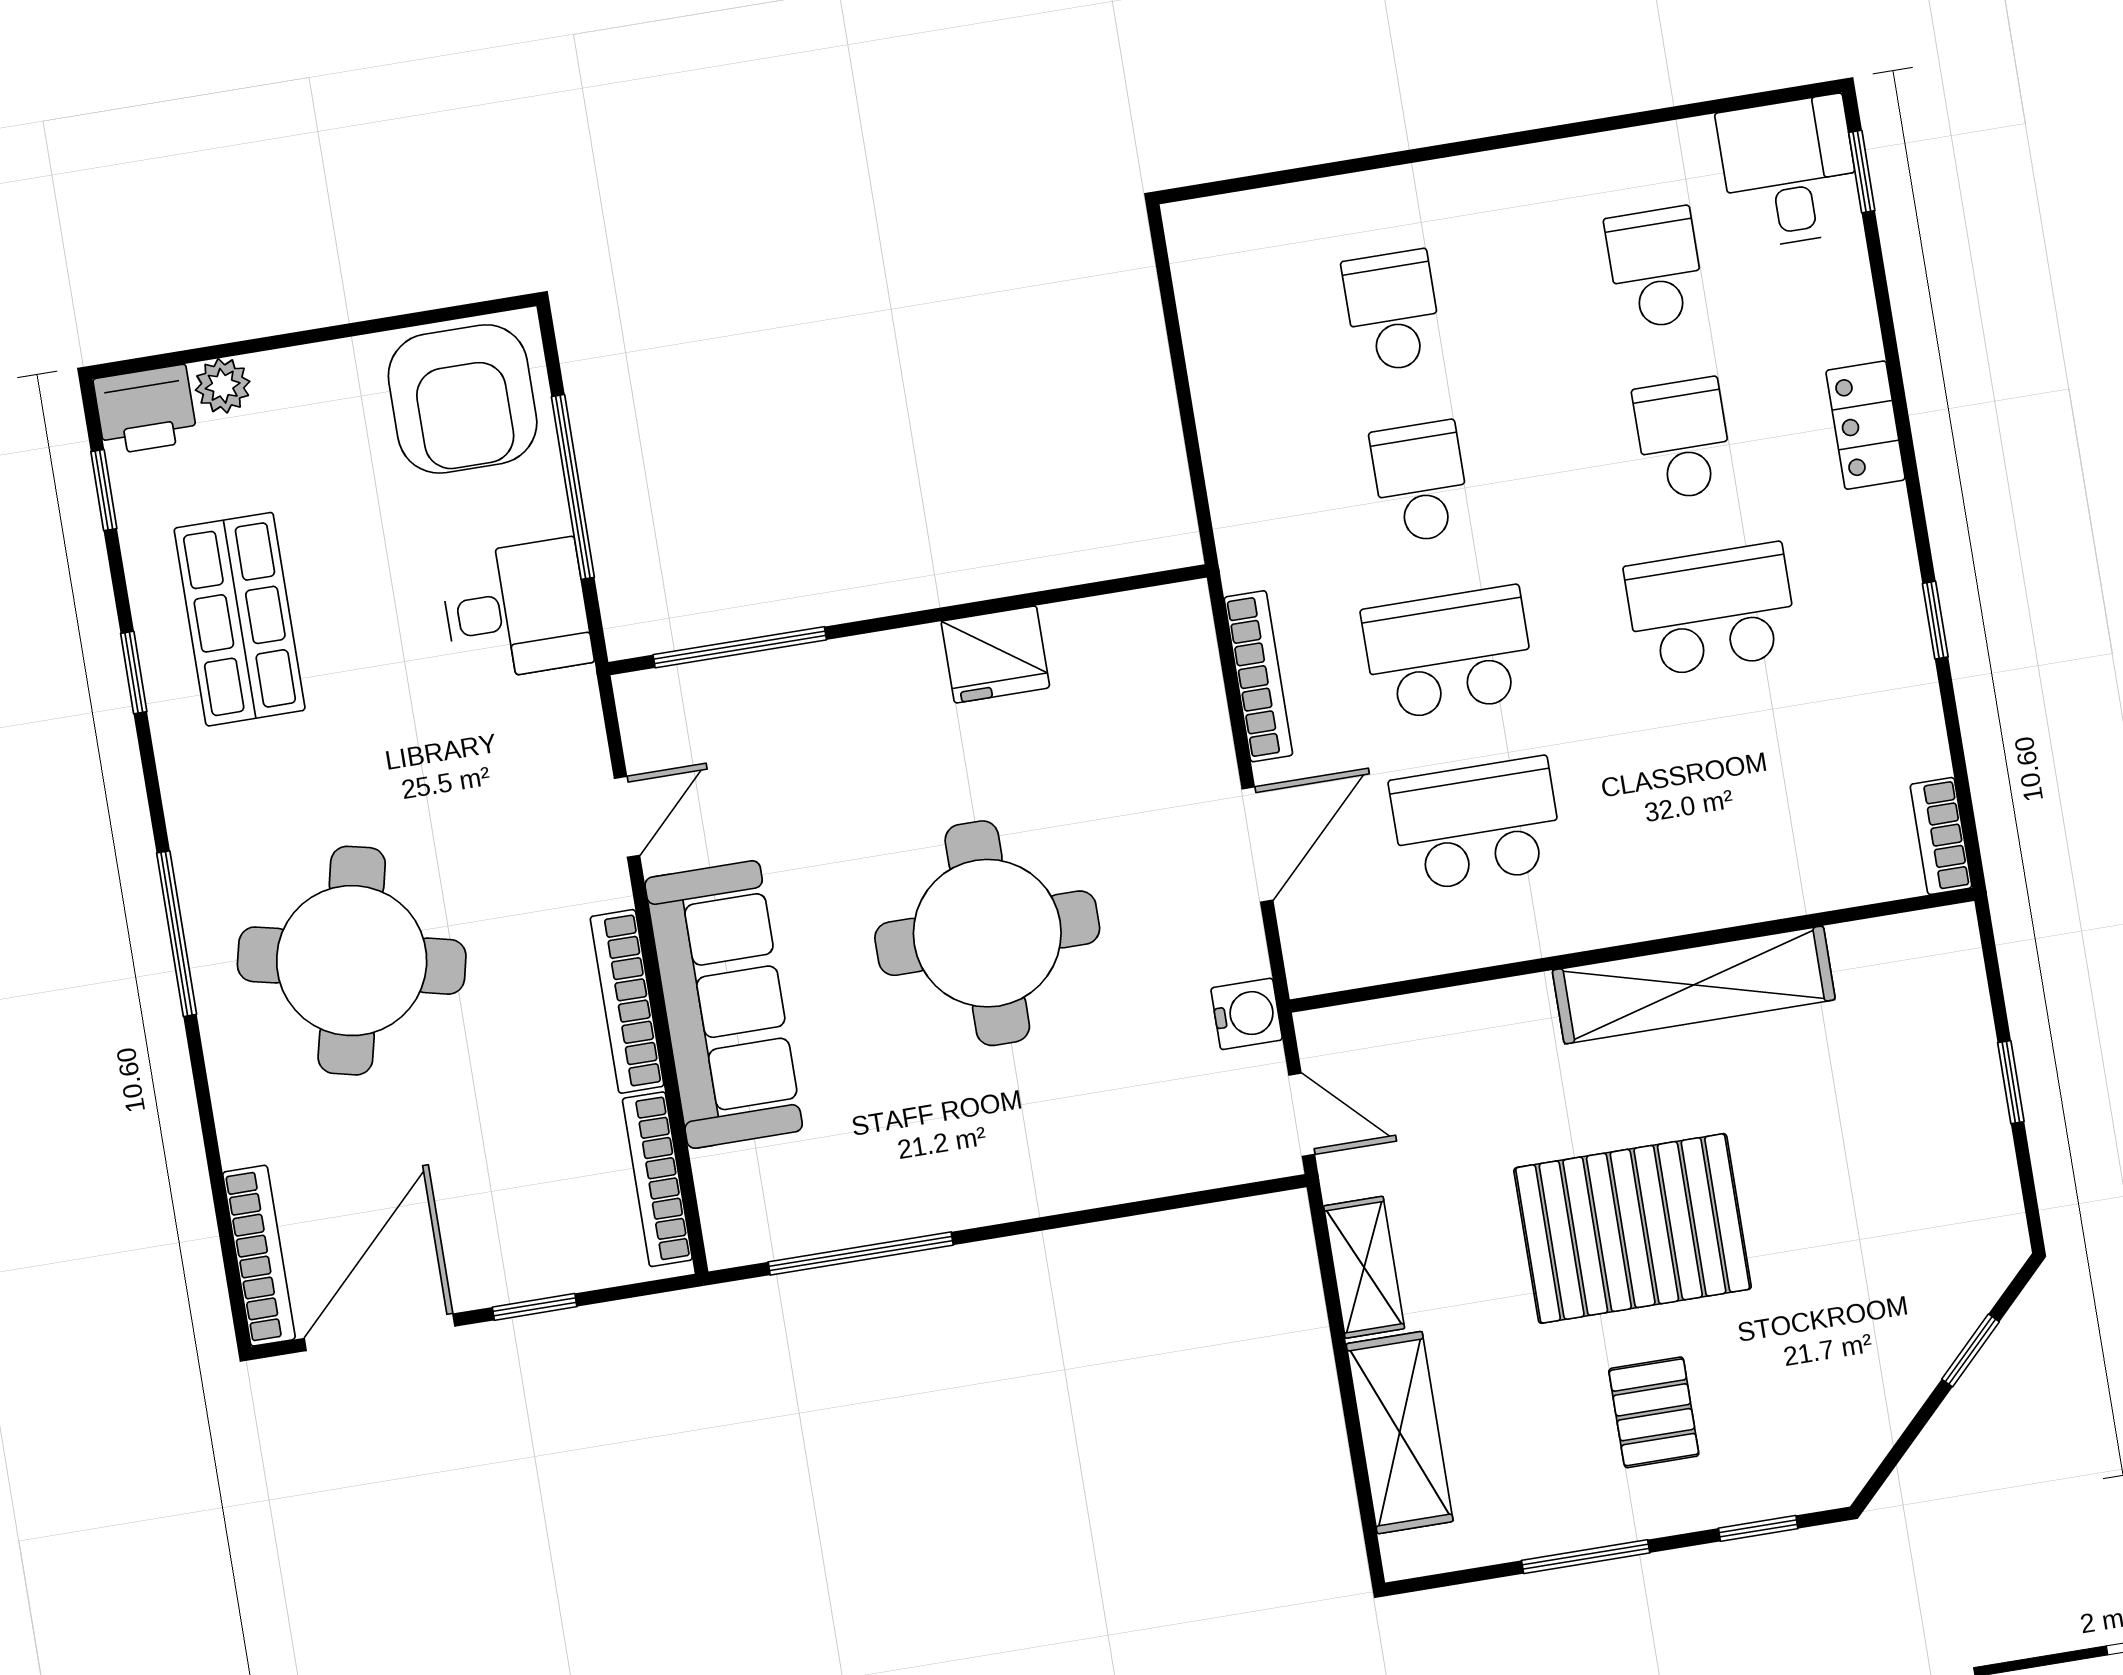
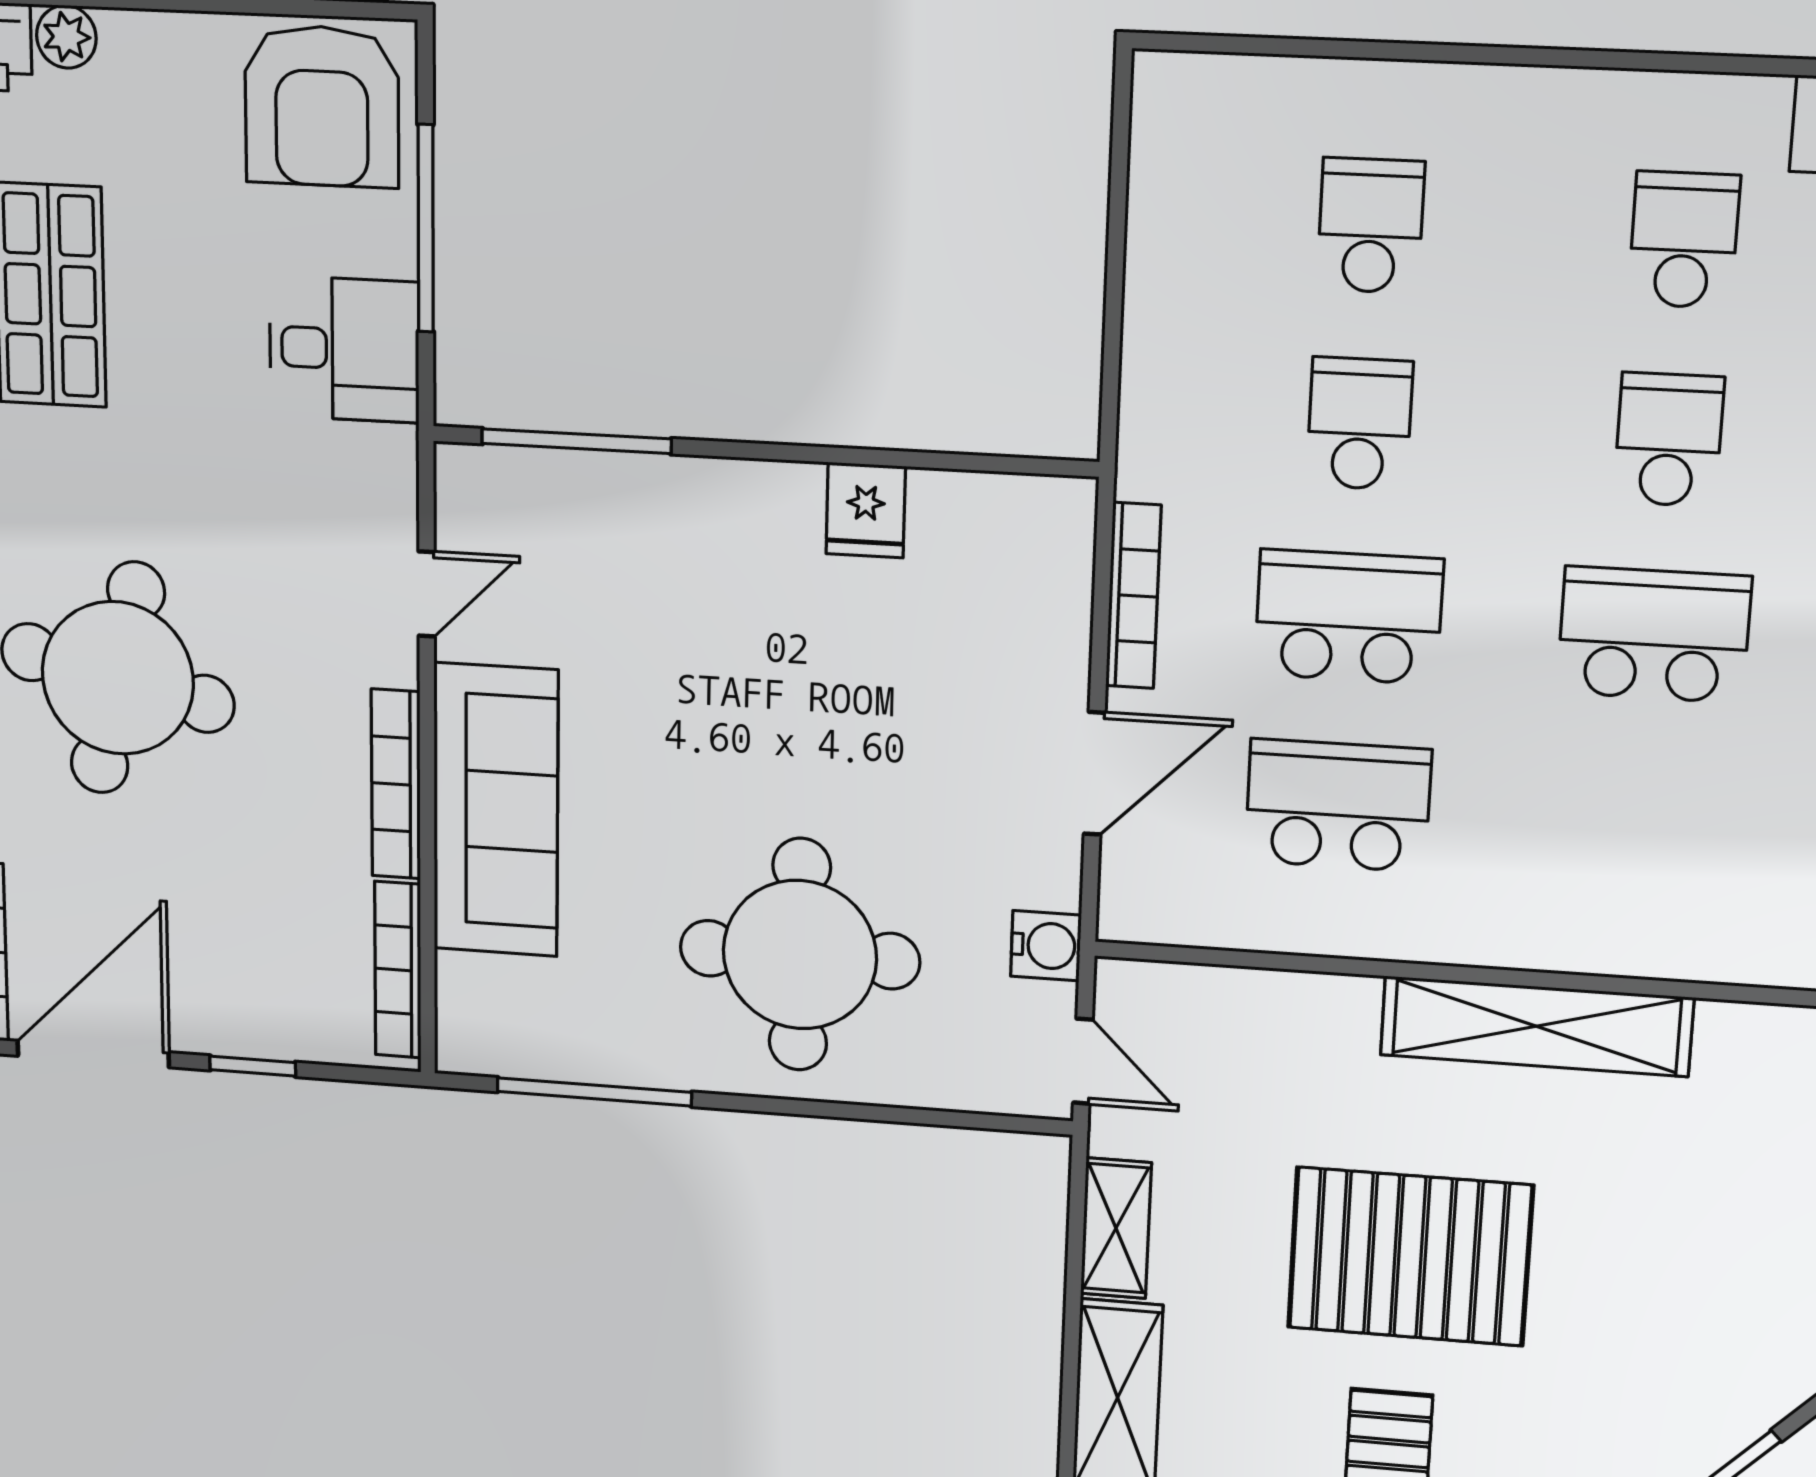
fridge: (995, 654) -> (866, 510), width x0.72
round table: (987, 933) -> (800, 955), moved

